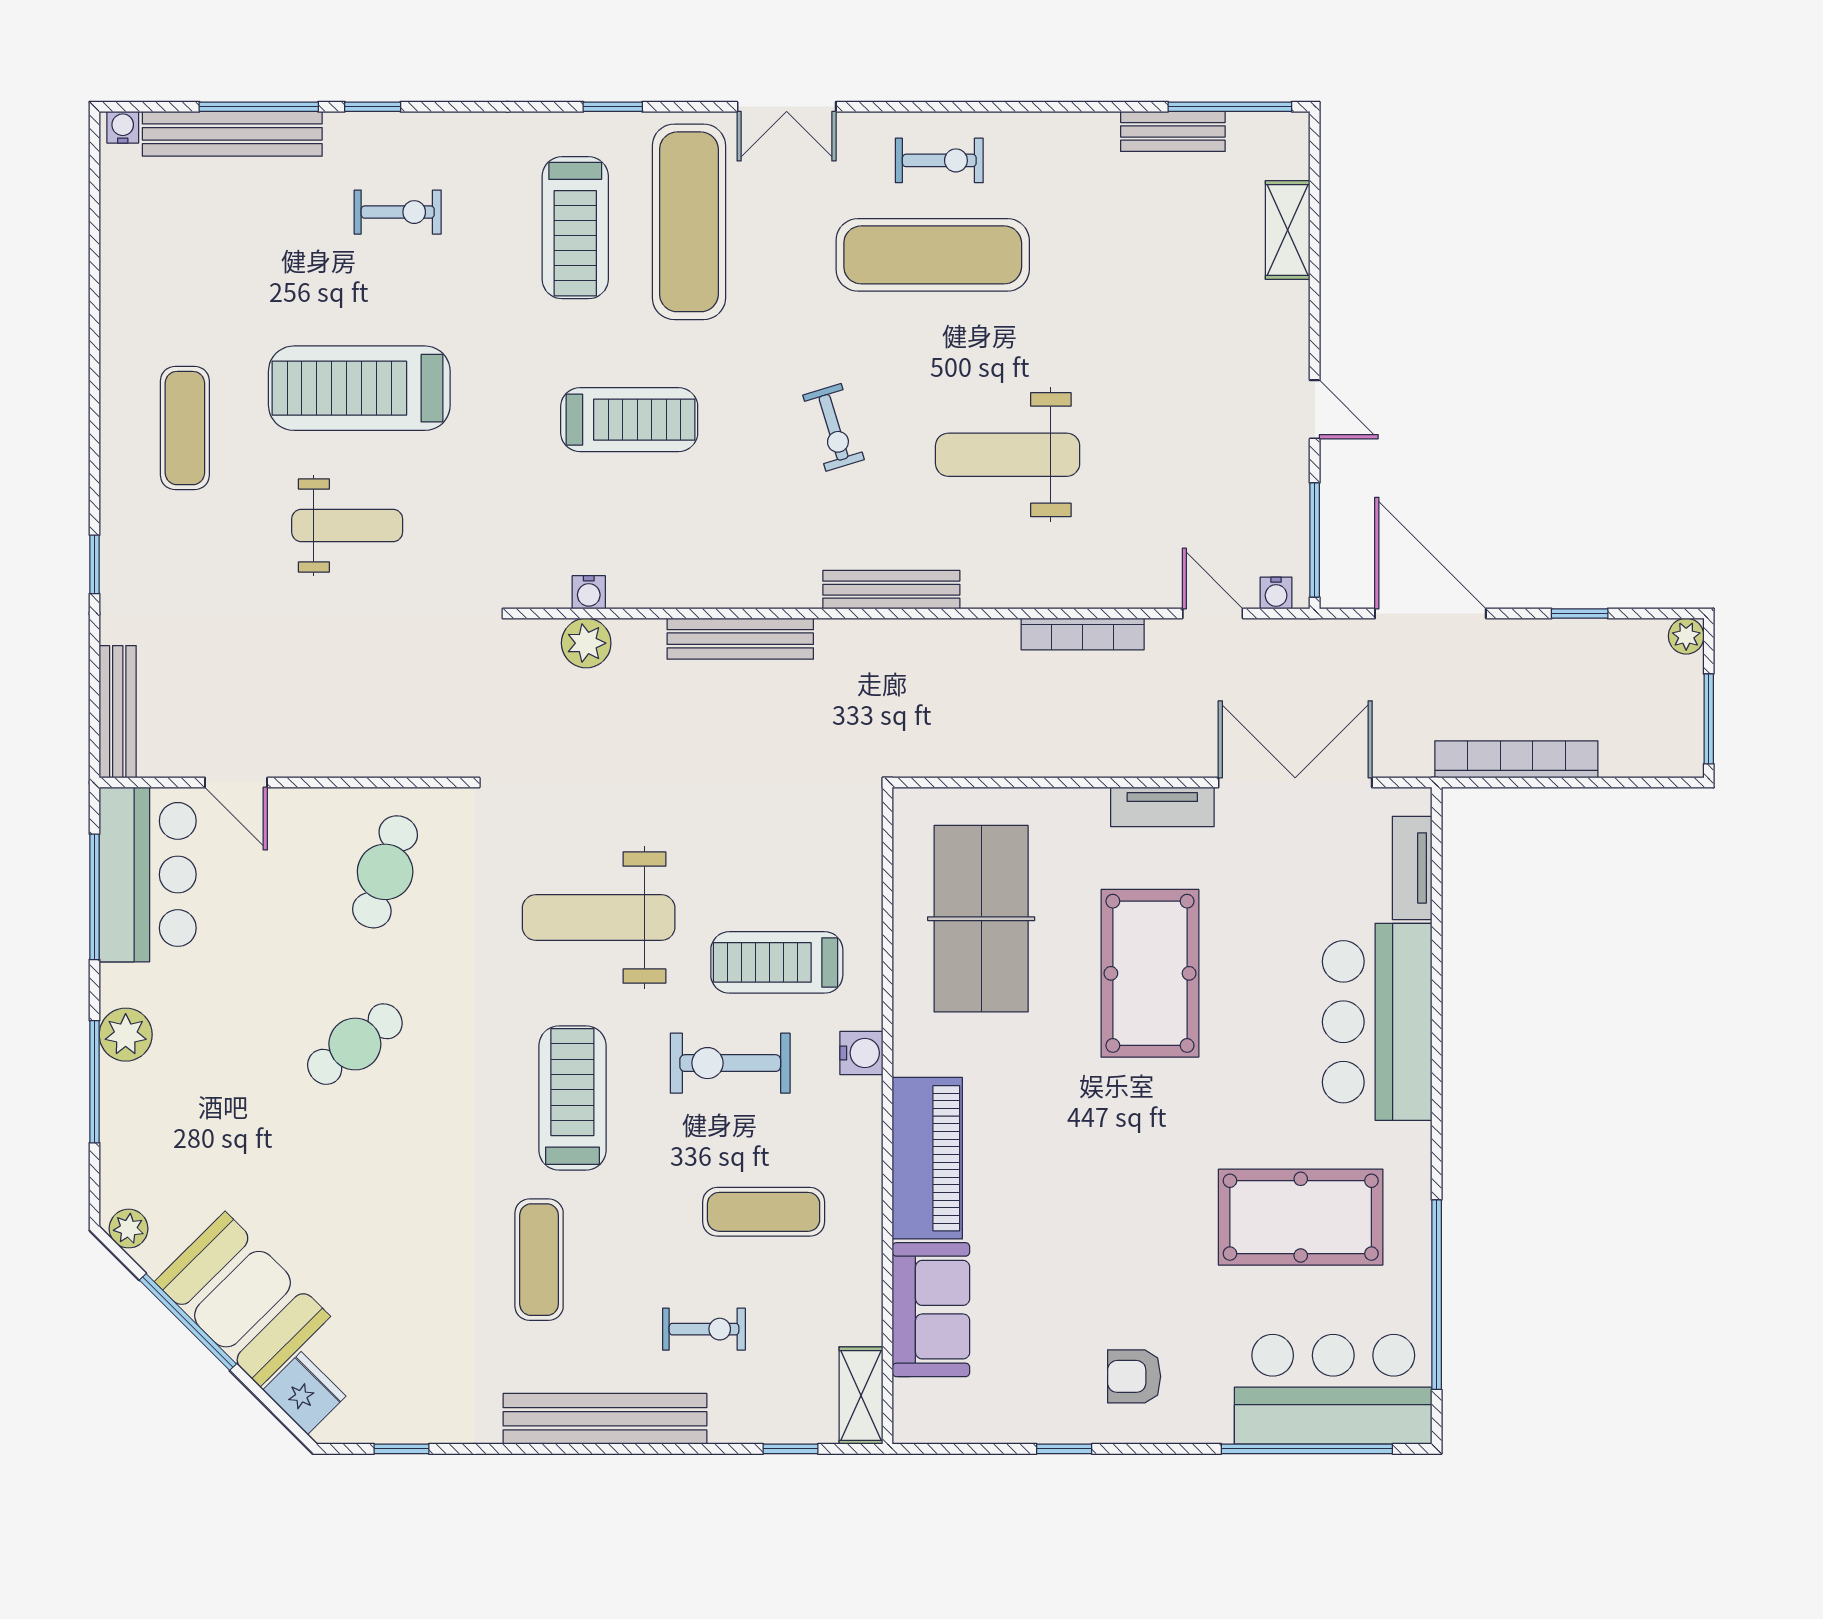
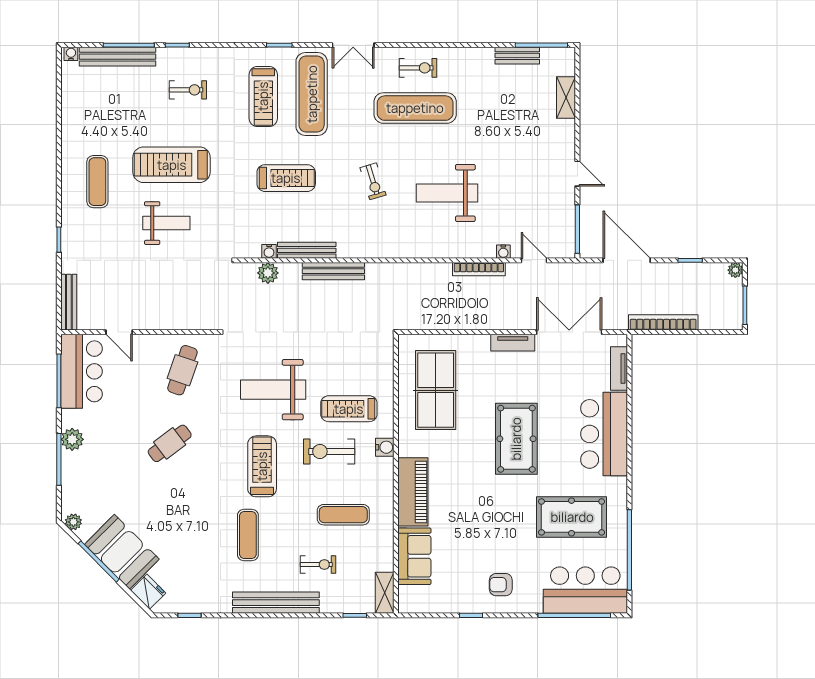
bench: (891, 590) -> (307, 250), moved
water cooler: (1276, 593) -> (503, 252), moved
pool table: (1150, 973) -> (516, 439), moved

